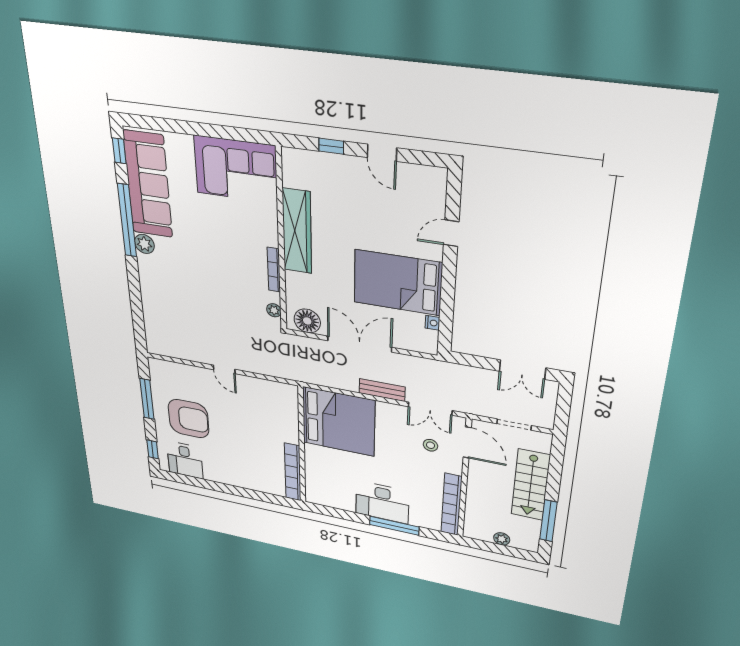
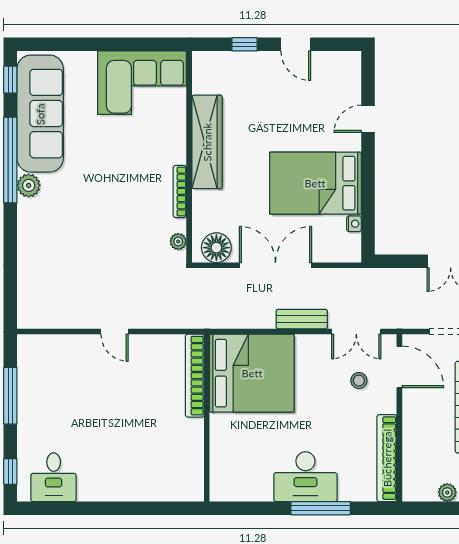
armchair: (189, 419) -> (64, 412), removed
bookcase: (293, 472) -> (195, 376), moved

